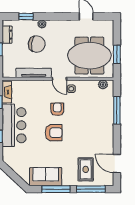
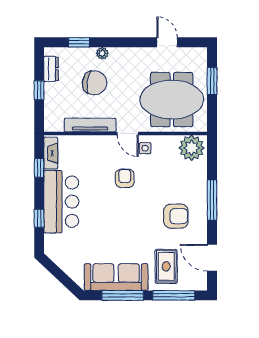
window: (117, 54) -> (212, 81), moved
plant: (103, 84) -> (192, 148), width x1.87, depth x1.87
window: (117, 110) -> (212, 200), moved
armchair: (54, 133) -> (176, 216), moved
sofa: (46, 177) -> (116, 277), width x1.36

